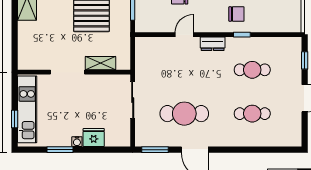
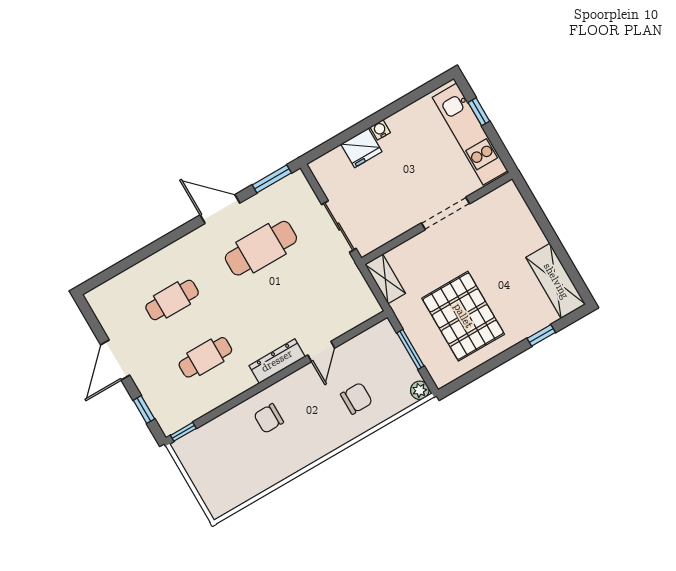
window: (242, 35) -> (183, 432), moved
dresser: (213, 44) -> (277, 361), width x1.44
shelving: (100, 63) -> (385, 279), moved, turned 90
window: (60, 150) -> (396, 106), removed

